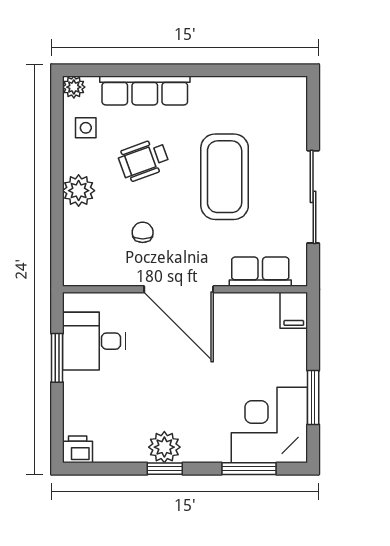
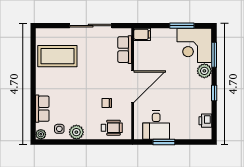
row of seats: (145, 90) -> (42, 109), width x0.68
wheelchair: (144, 160) -> (112, 128), moved, turned -70
coffee table: (225, 177) -> (57, 56), moved
plant: (79, 191) -> (76, 132), moved
plant: (164, 447) -> (204, 71), moved
printer: (78, 449) -> (205, 121), moved

